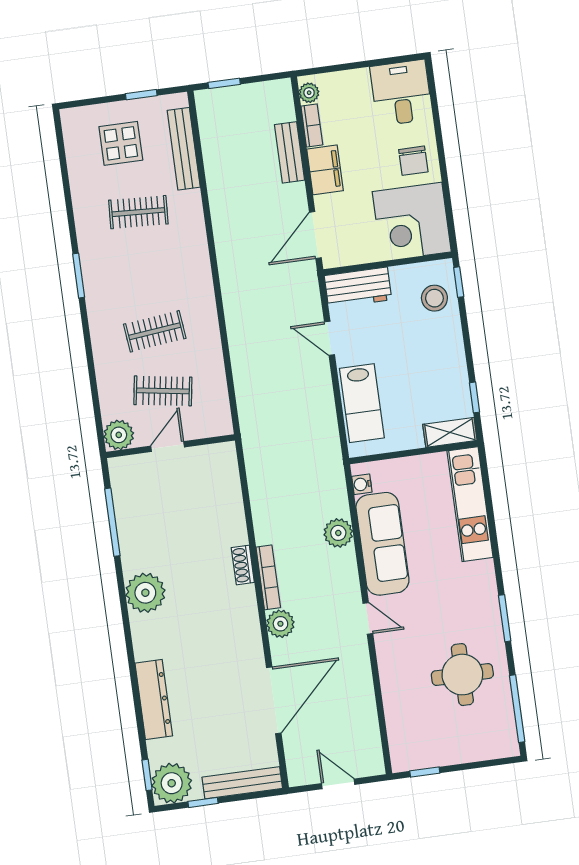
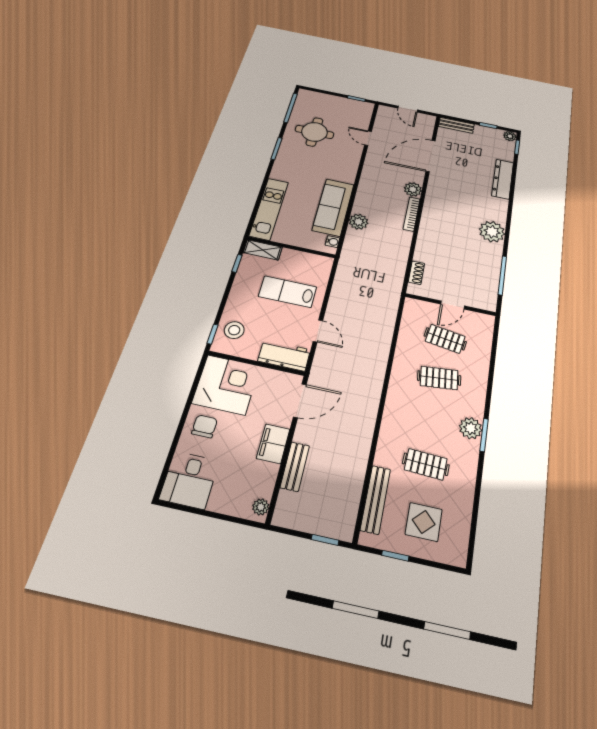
bookcase: (312, 125) -> (269, 481), removed
lab bench: (362, 403) -> (288, 292), moved, turned -90
plant: (119, 435) -> (471, 428), moved
shoe rack: (243, 565) -> (416, 273), moved
door: (368, 618) -> (368, 138), moved
plant: (172, 783) -> (510, 136), width x0.53, depth x0.53
bench: (242, 783) -> (456, 125), width x0.73

